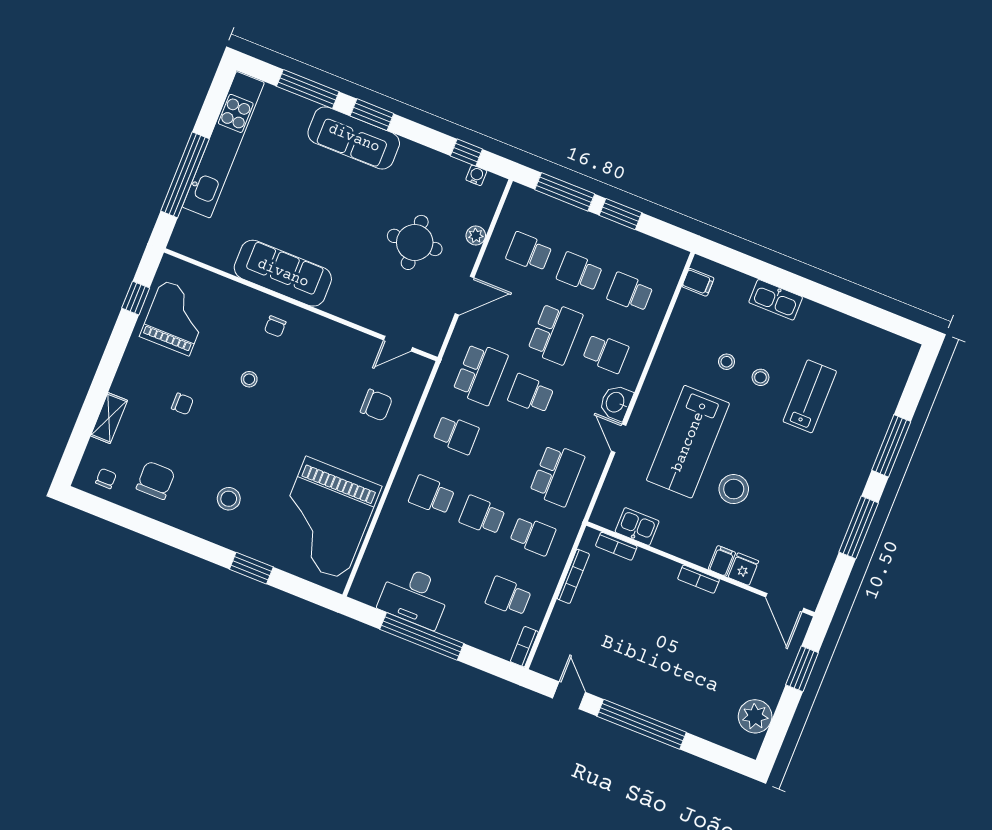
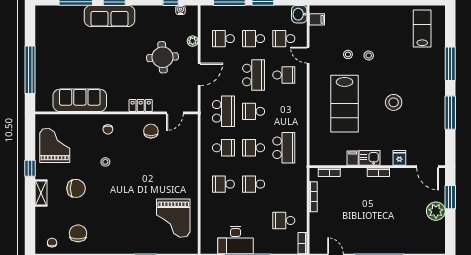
kitchen unit: (223, 145) -> (44, 46), removed
sofa: (283, 273) -> (80, 100), moved
window: (136, 298) -> (30, 168), moved
kitchen sink: (776, 300) -> (360, 12), removed
locker: (346, 308) -> (141, 105), added
lab bench: (810, 396) -> (422, 29), moved
washbasin: (616, 403) -> (299, 14), moved
chair: (182, 404) -> (76, 188), width x1.87, depth x1.87
chair: (376, 405) -> (151, 131), moved, turned -90
shelving: (109, 418) -> (41, 193), moved
door: (619, 438) -> (308, 55), moved
stool: (734, 489) -> (394, 102), moved
stool: (229, 499) -> (119, 228), removed
grand piano: (325, 519) -> (173, 218), width x0.73, depth x0.68
kitchen sink: (637, 527) -> (369, 158), moved
school desk: (533, 536) -> (254, 148), moved, turned 180
filing cabinet: (722, 561) -> (353, 158), moved
plant: (755, 716) -> (436, 211), moved

